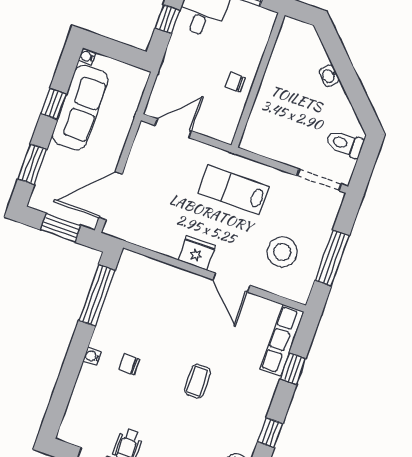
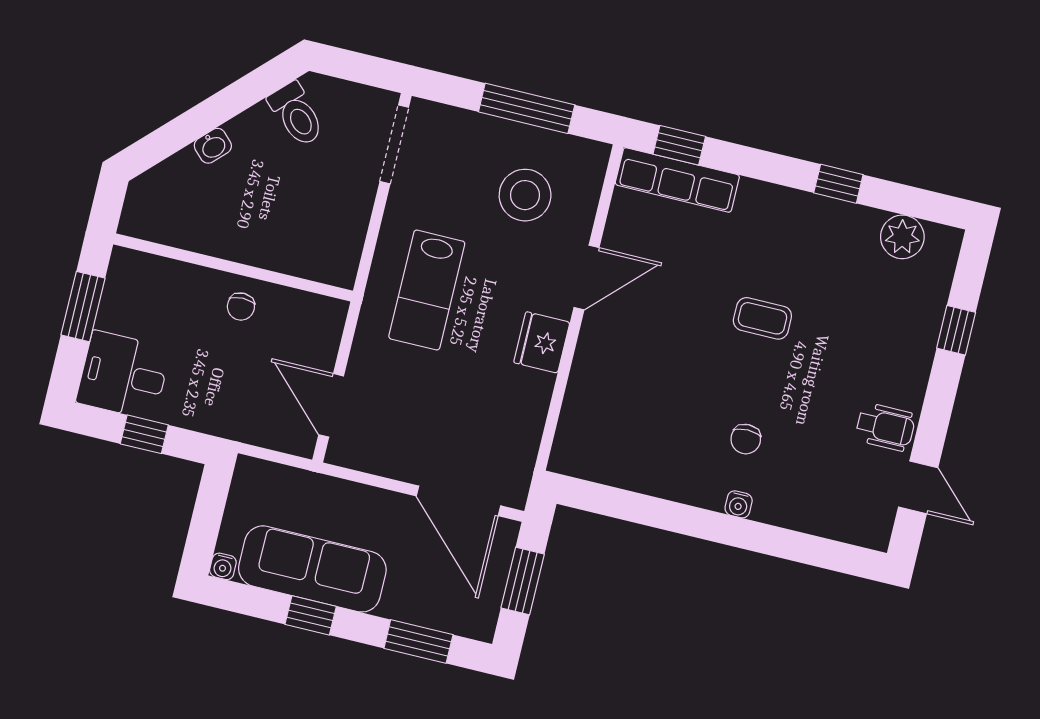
toilet: (345, 144) -> (296, 114), moved, turned -45
window: (97, 295) -> (633, 507), removed
window: (293, 369) -> (679, 145), moved

